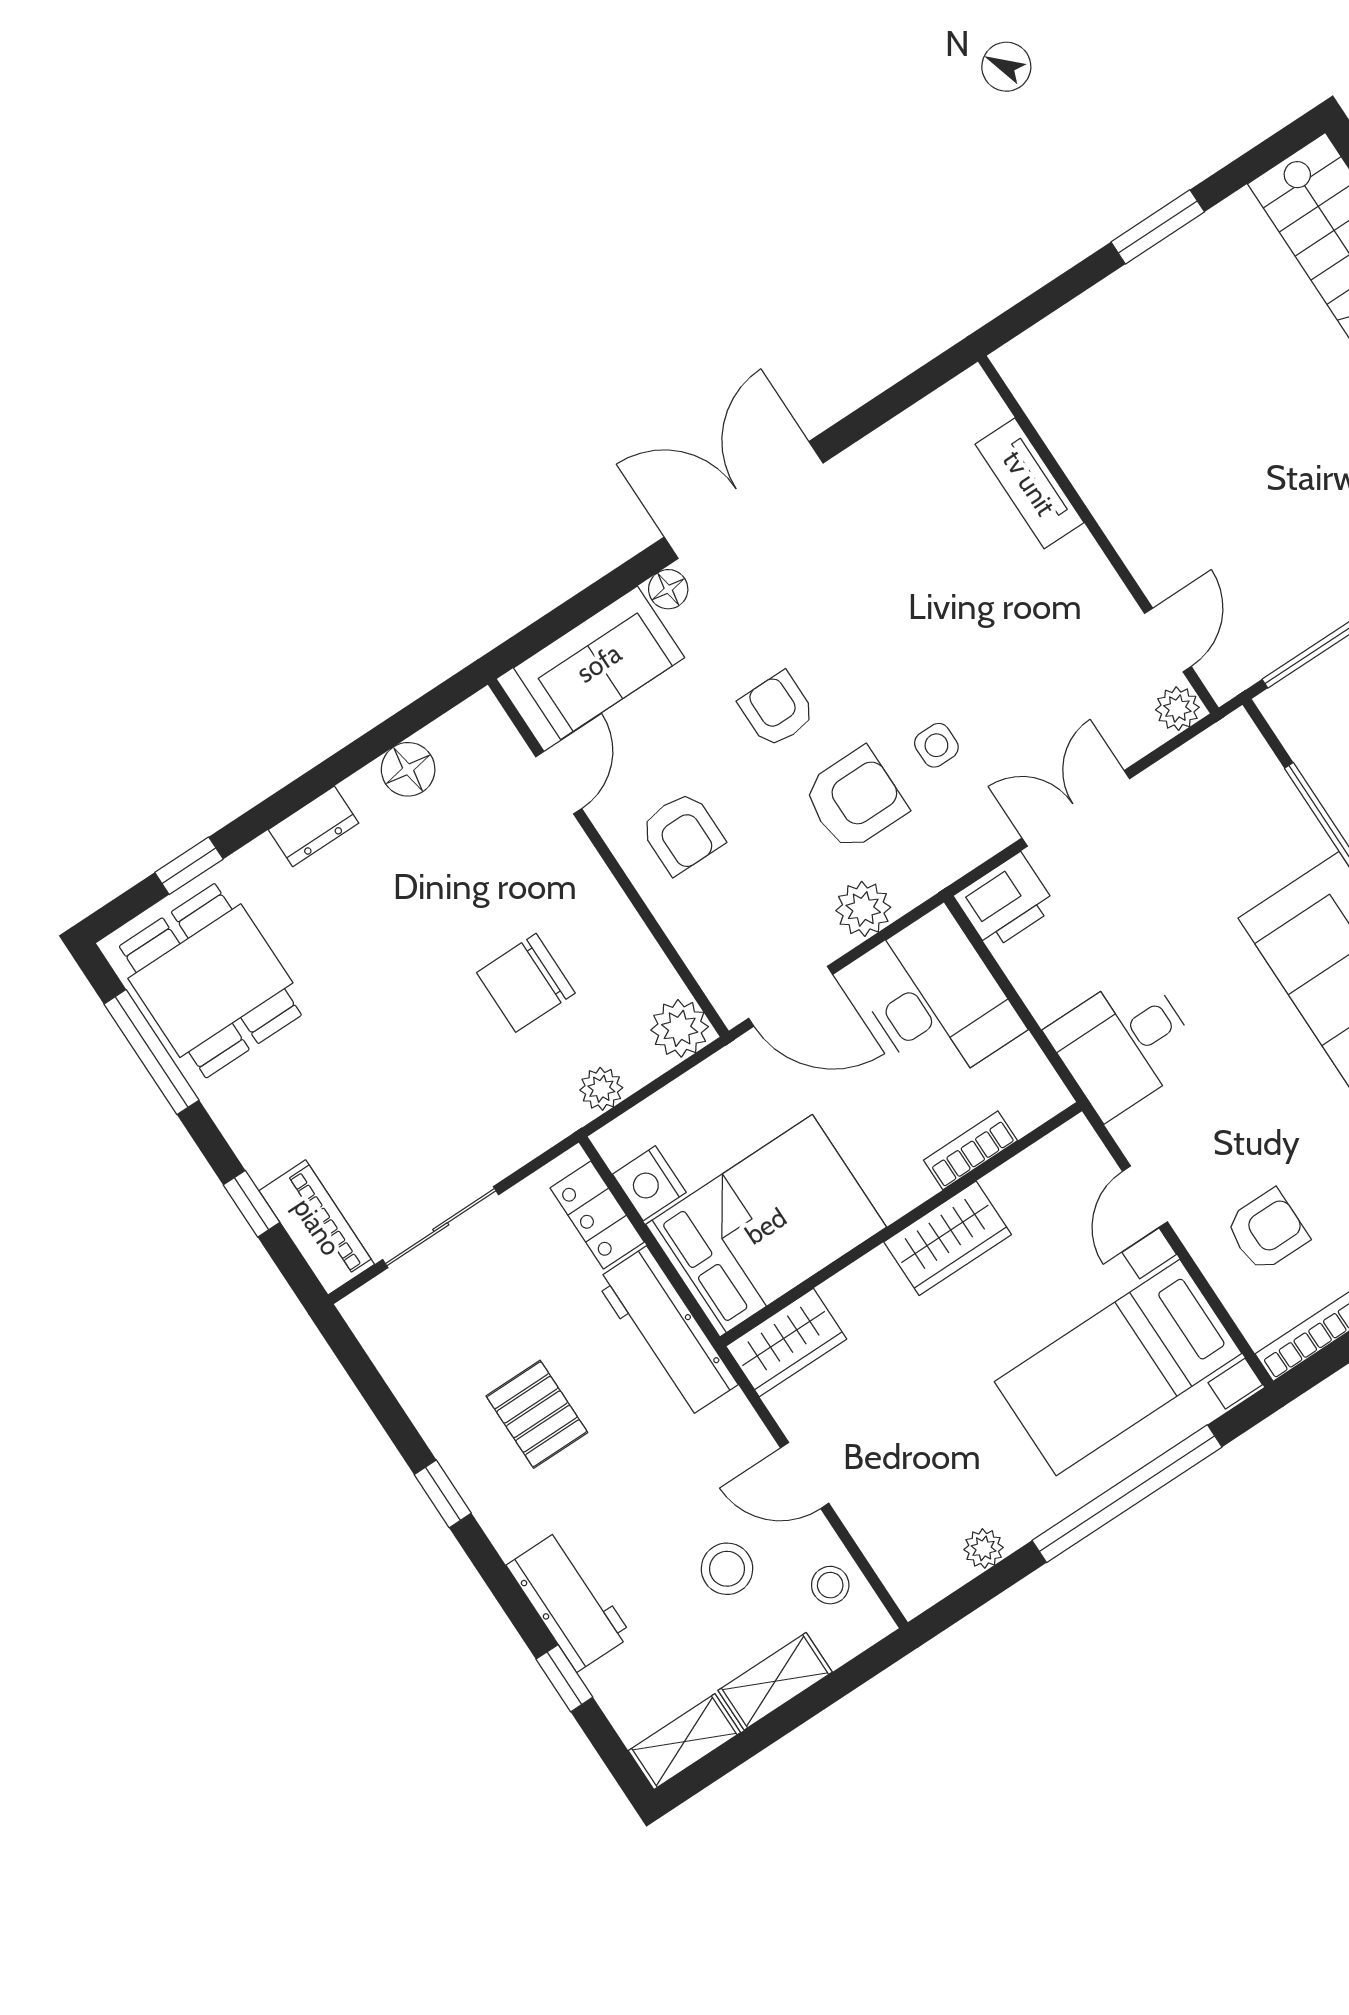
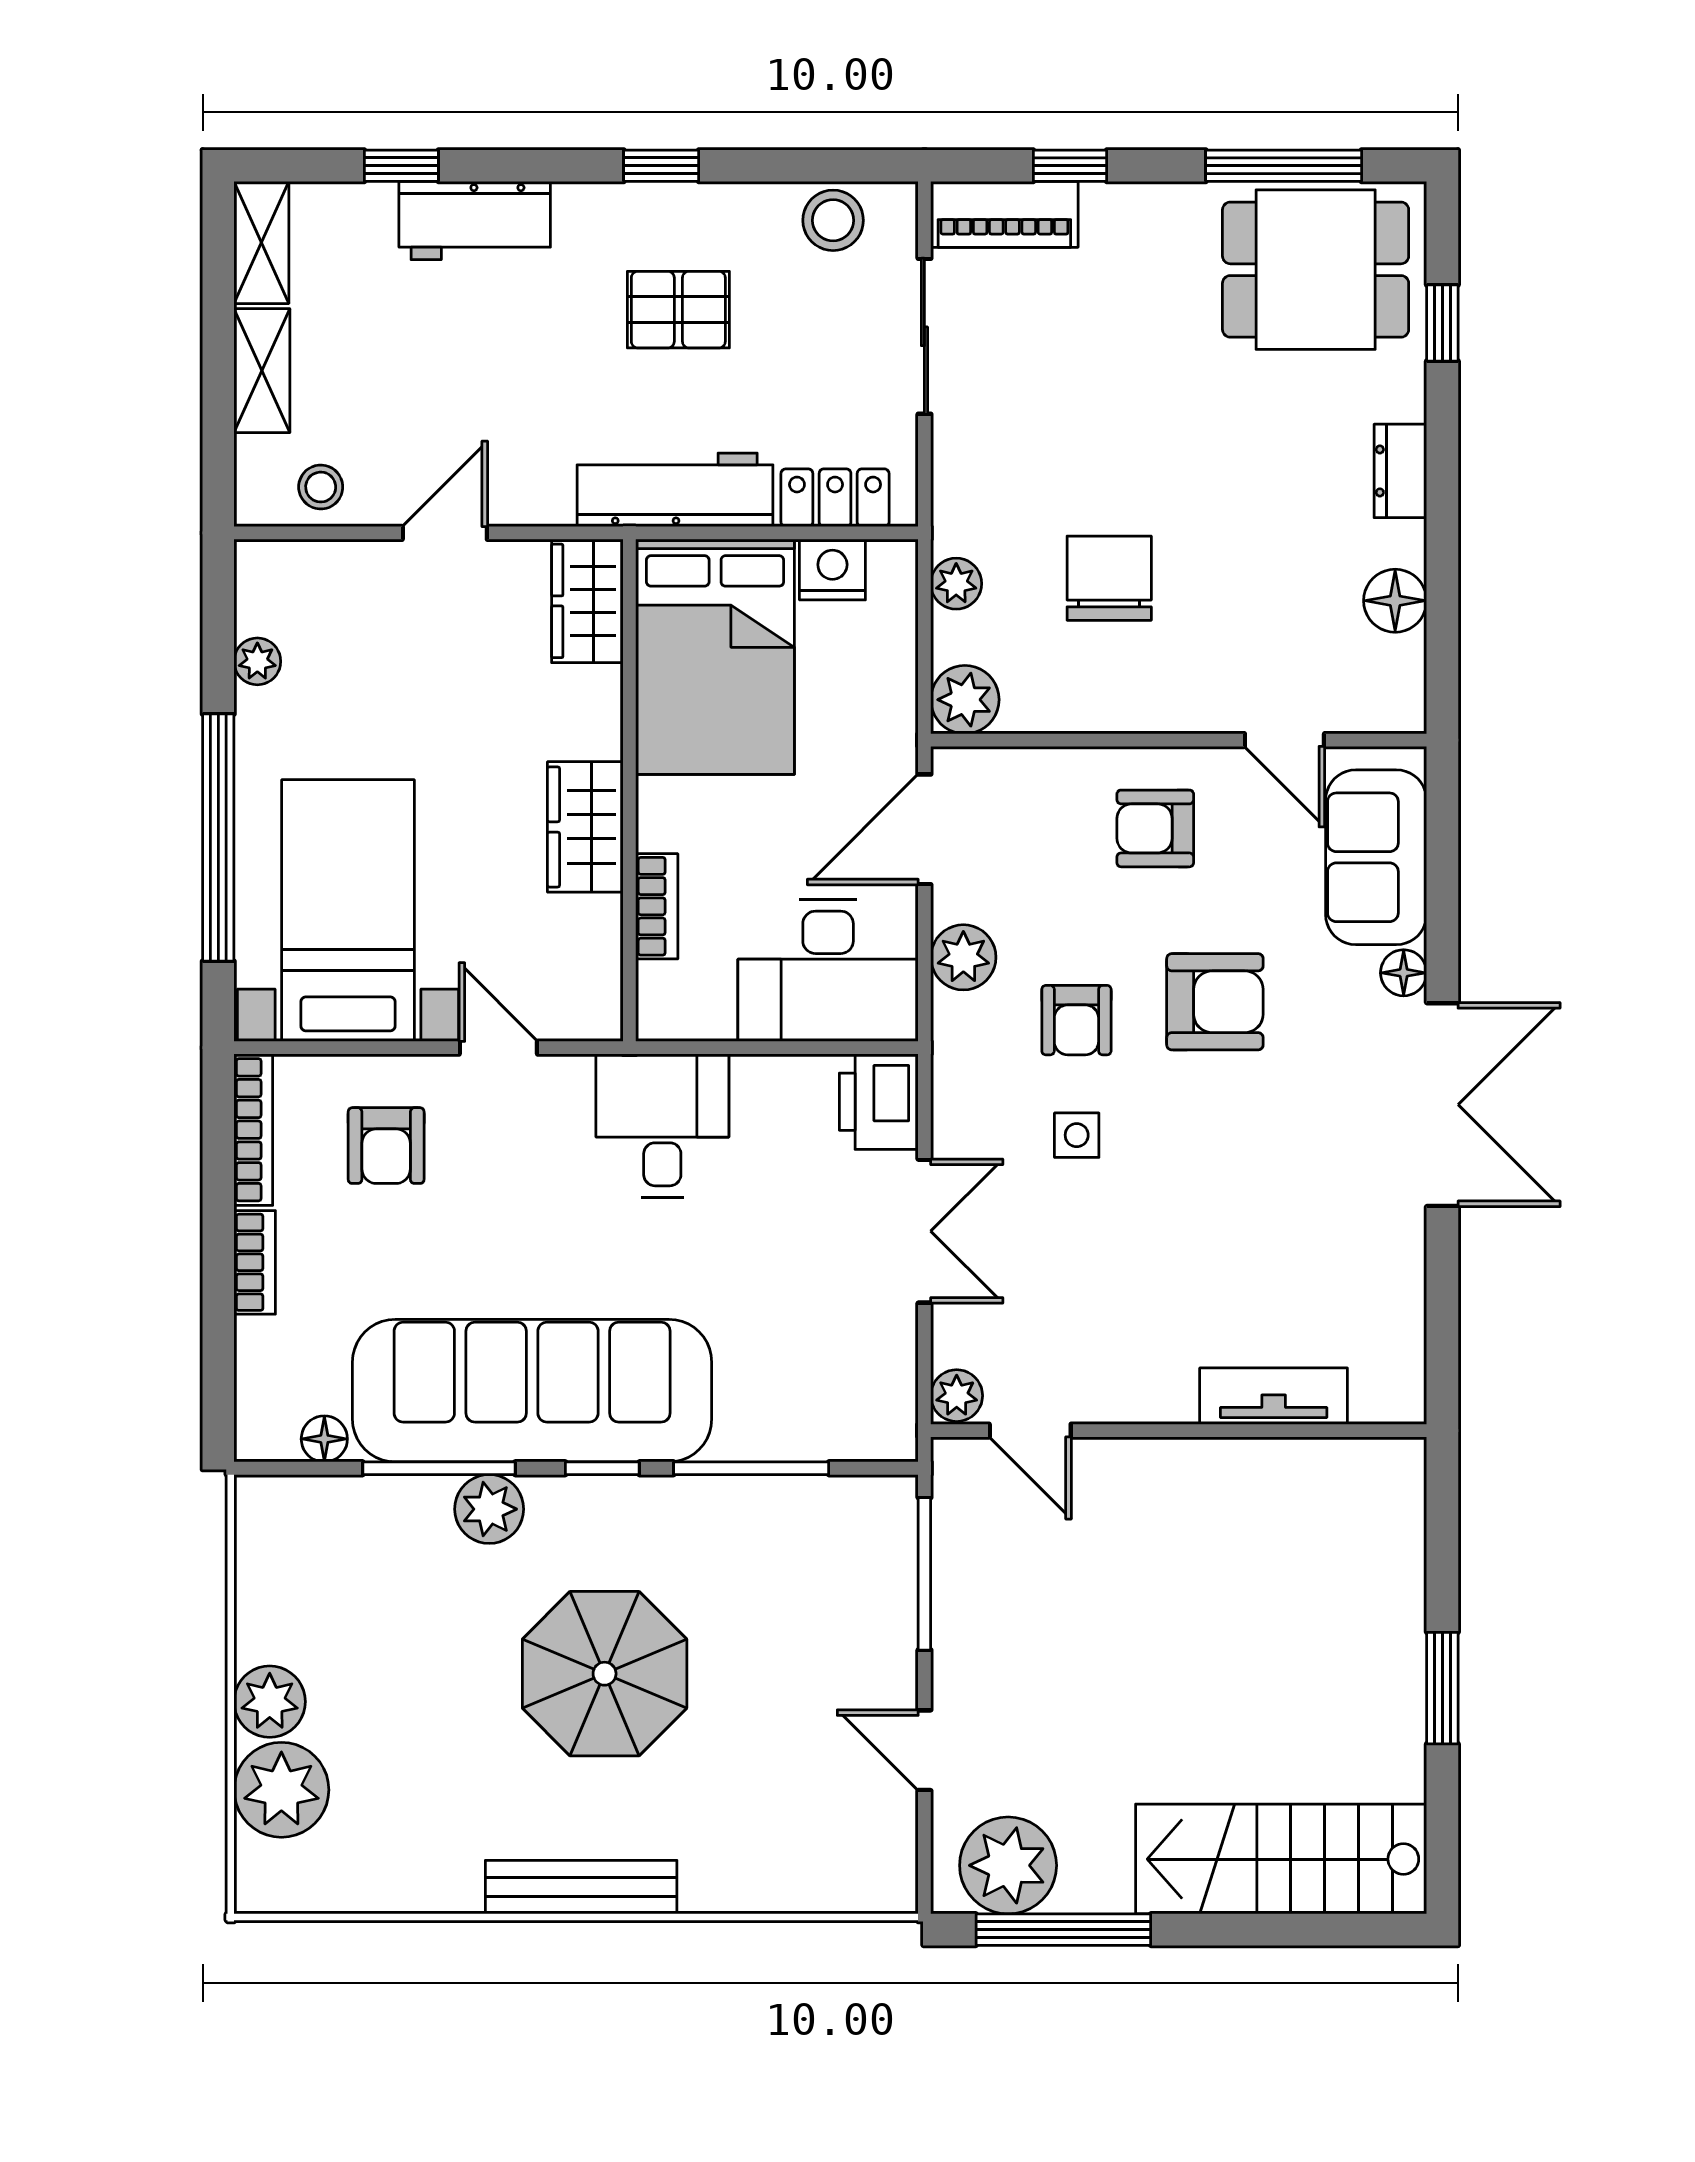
armchair: (777, 710) -> (1215, 1002), width x1.38, depth x1.38
armchair: (855, 799) -> (1076, 1020), width x0.72, depth x0.72
stool: (727, 1569) -> (833, 220), moved

